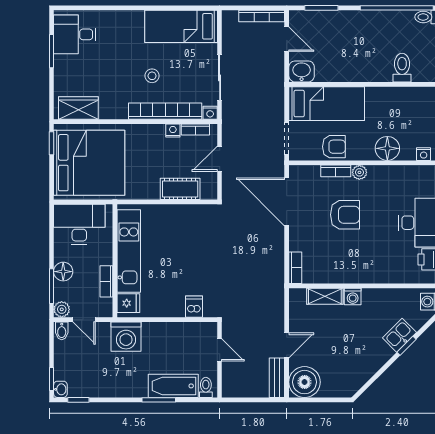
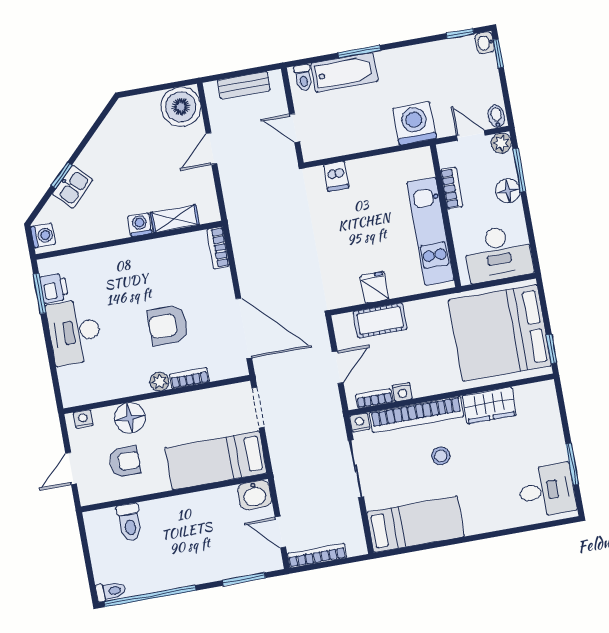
wardrobe: (78, 108) -> (489, 405), moved
armchair: (334, 147) -> (125, 462), moved, turned 180
fridge: (128, 303) -> (374, 287), moved, turned 90
bench: (277, 378) -> (244, 85), moved, turned 90

